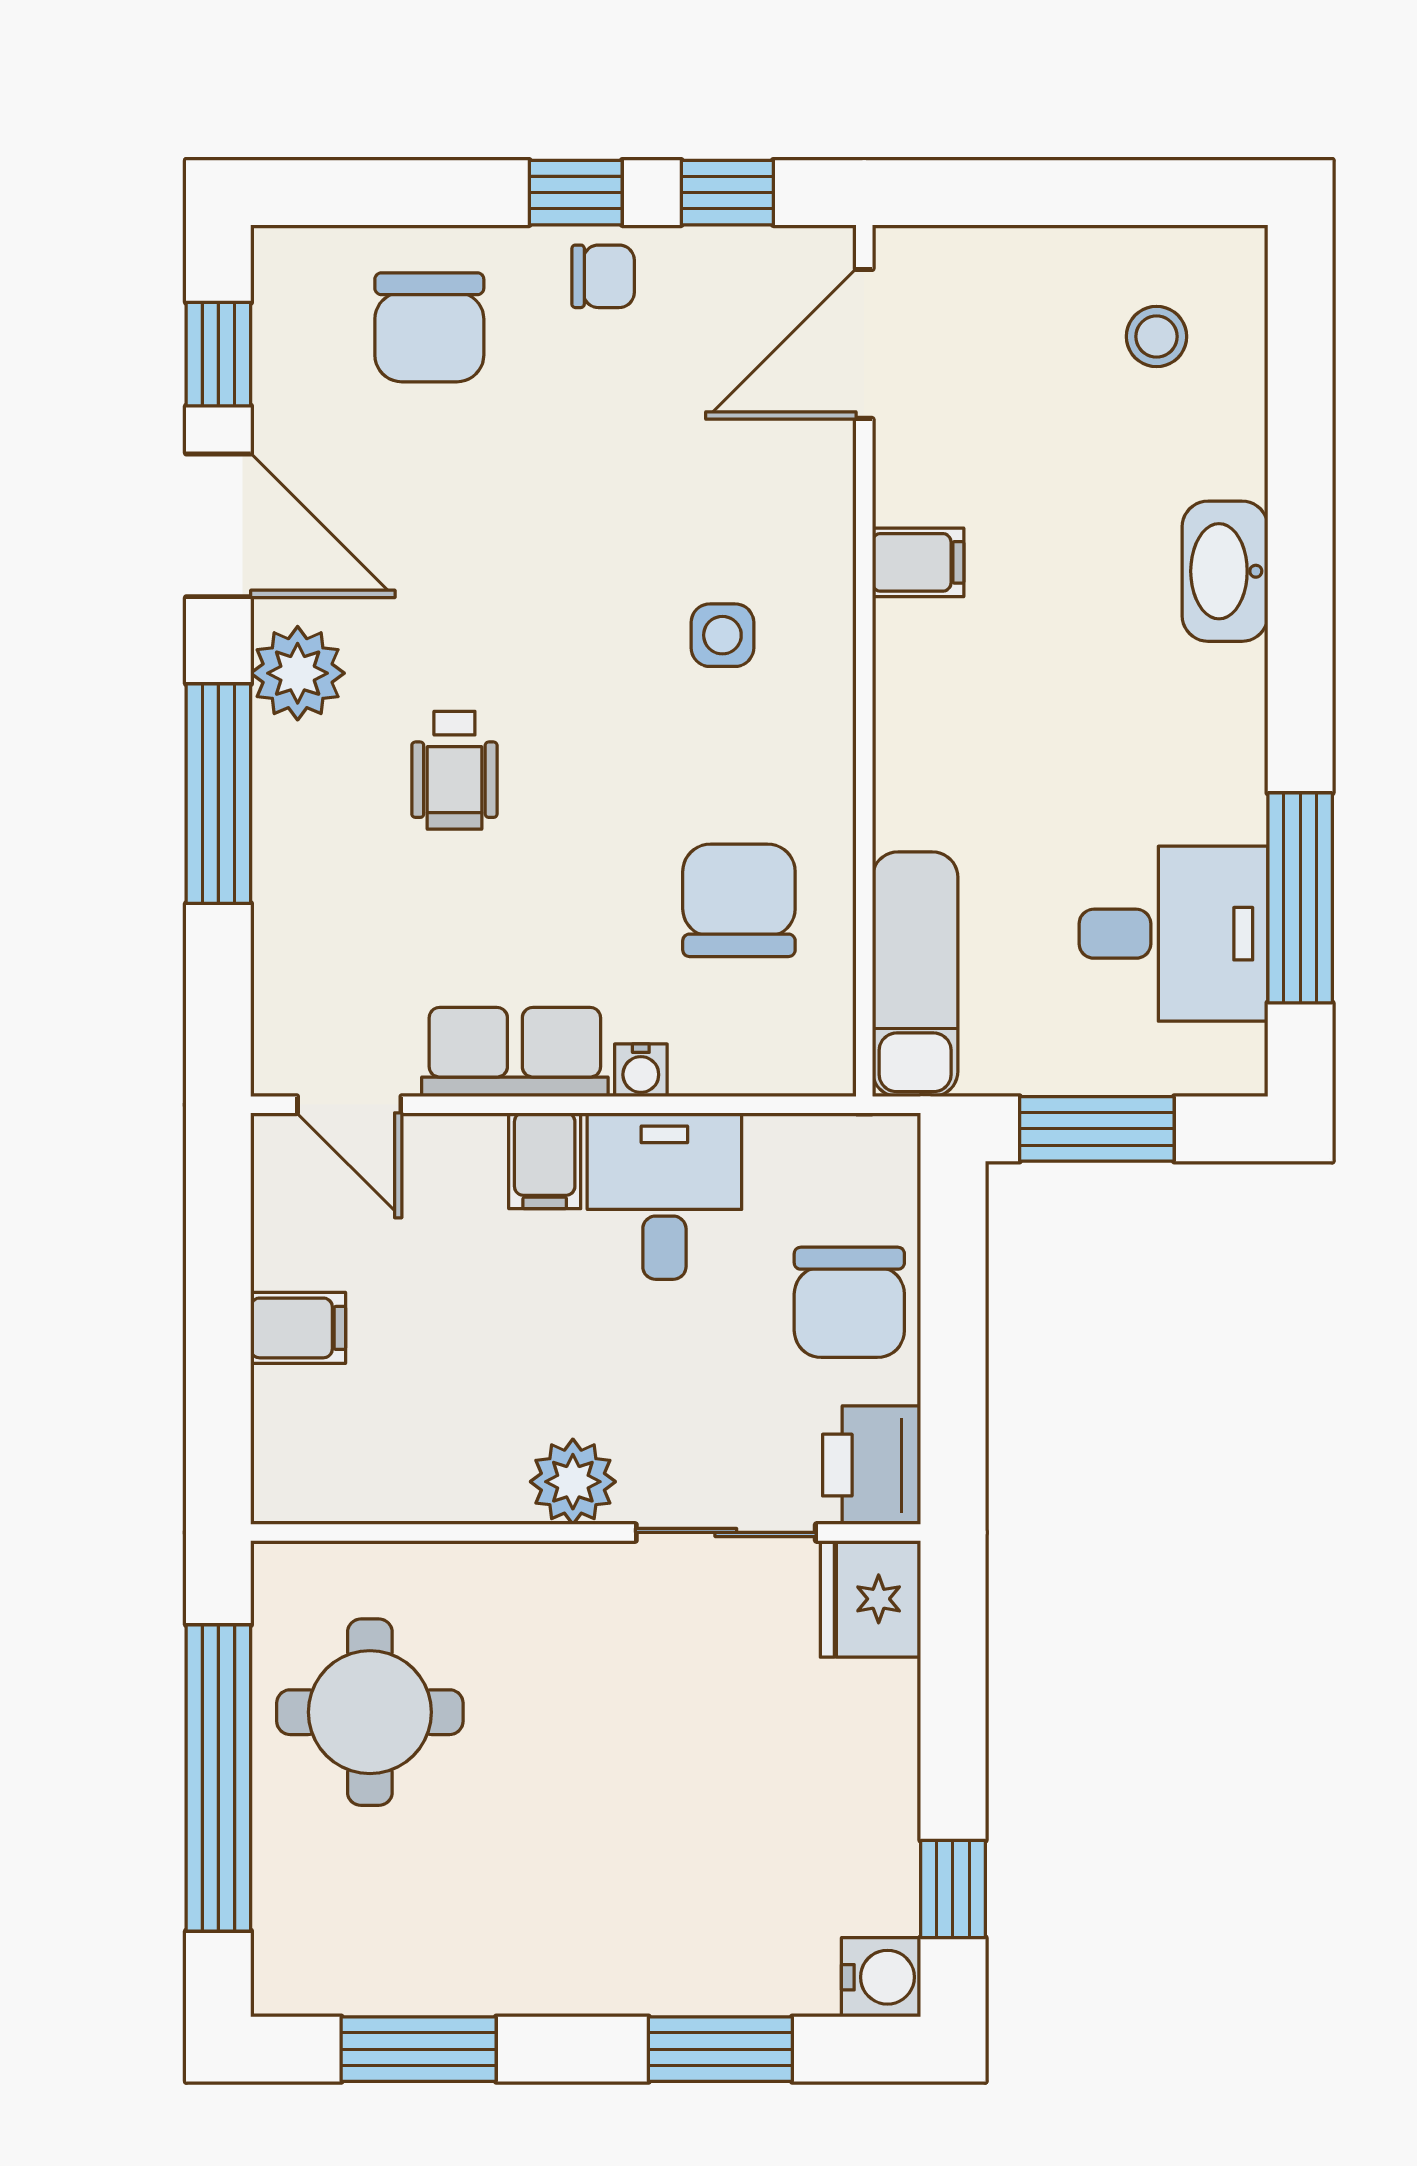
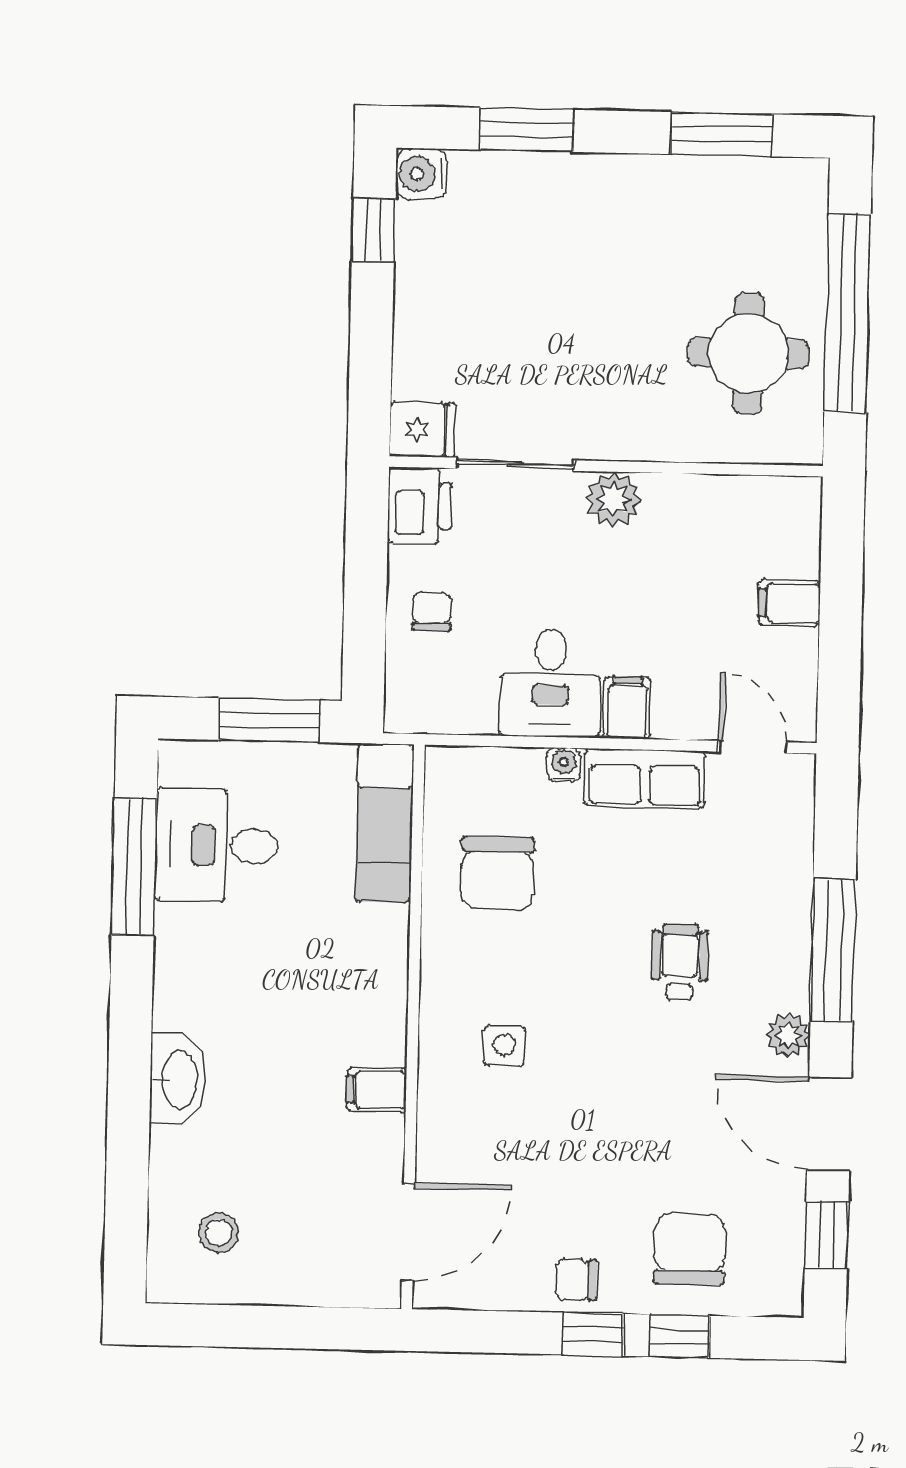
window: (727, 193) -> (680, 1336), moved
plant: (298, 673) -> (788, 1036), width x0.73, depth x0.73
chair: (849, 1302) -> (432, 612), width x0.54, depth x0.54
fridge: (871, 1599) -> (422, 430), width x0.72

